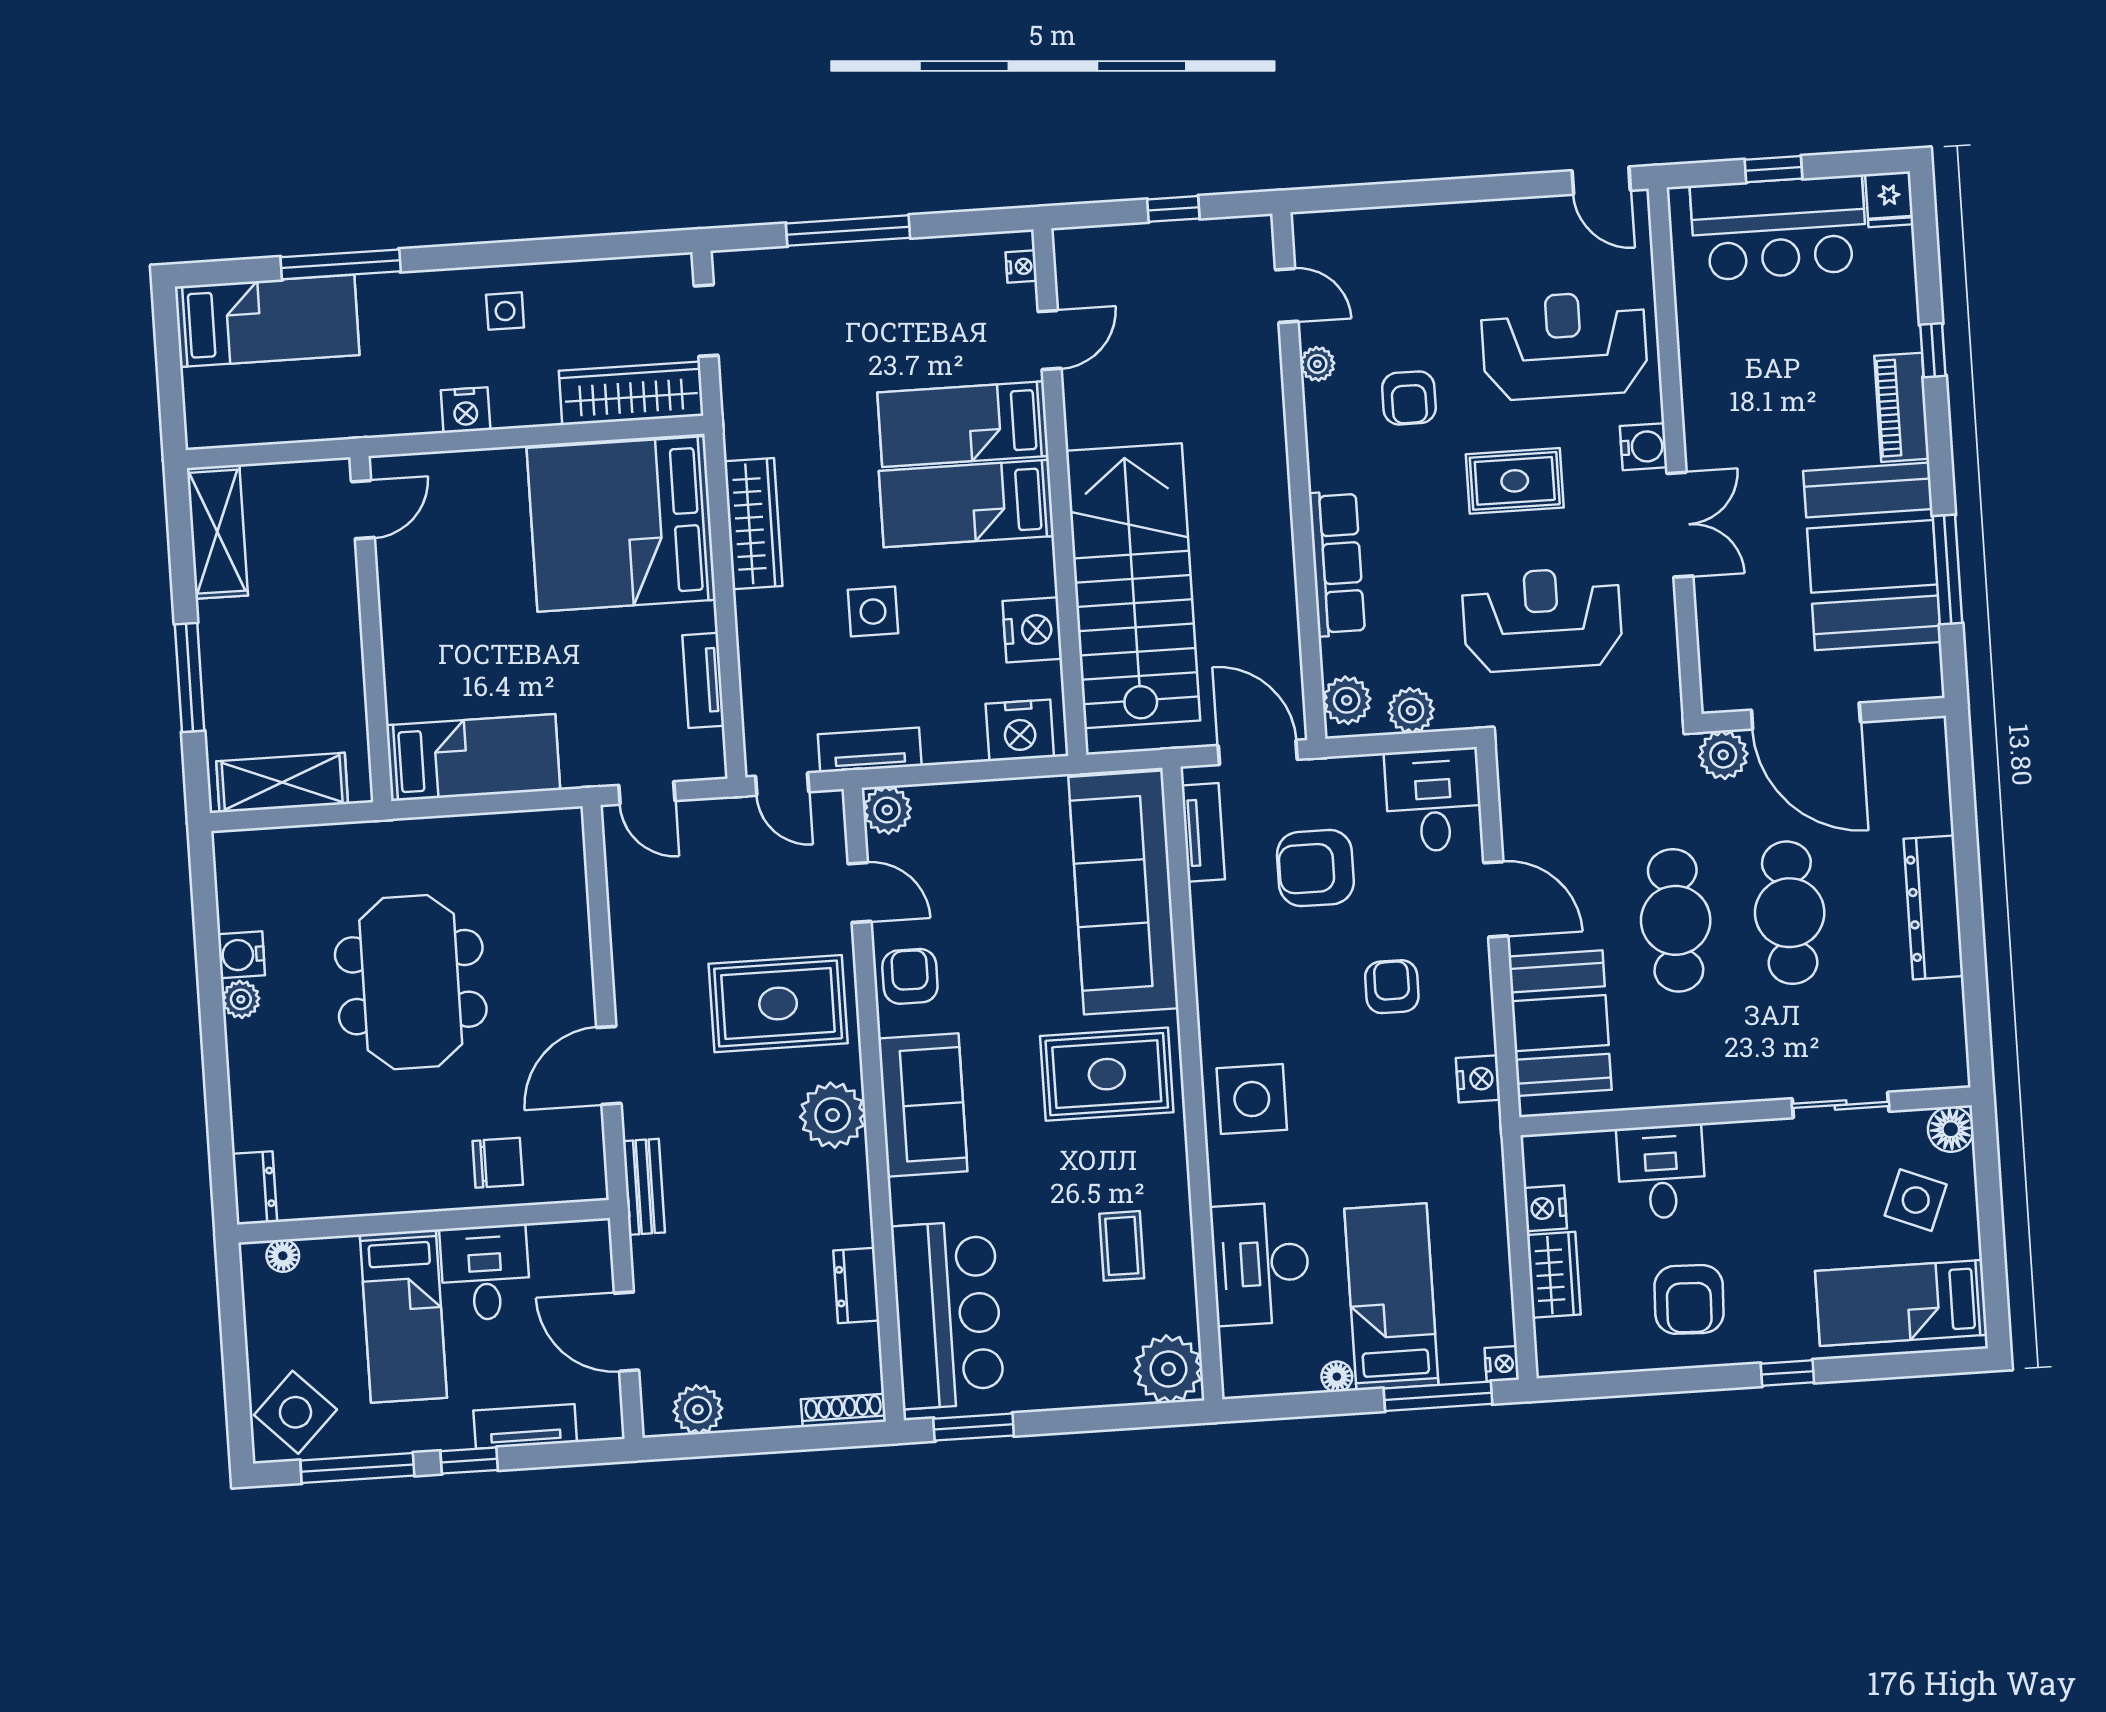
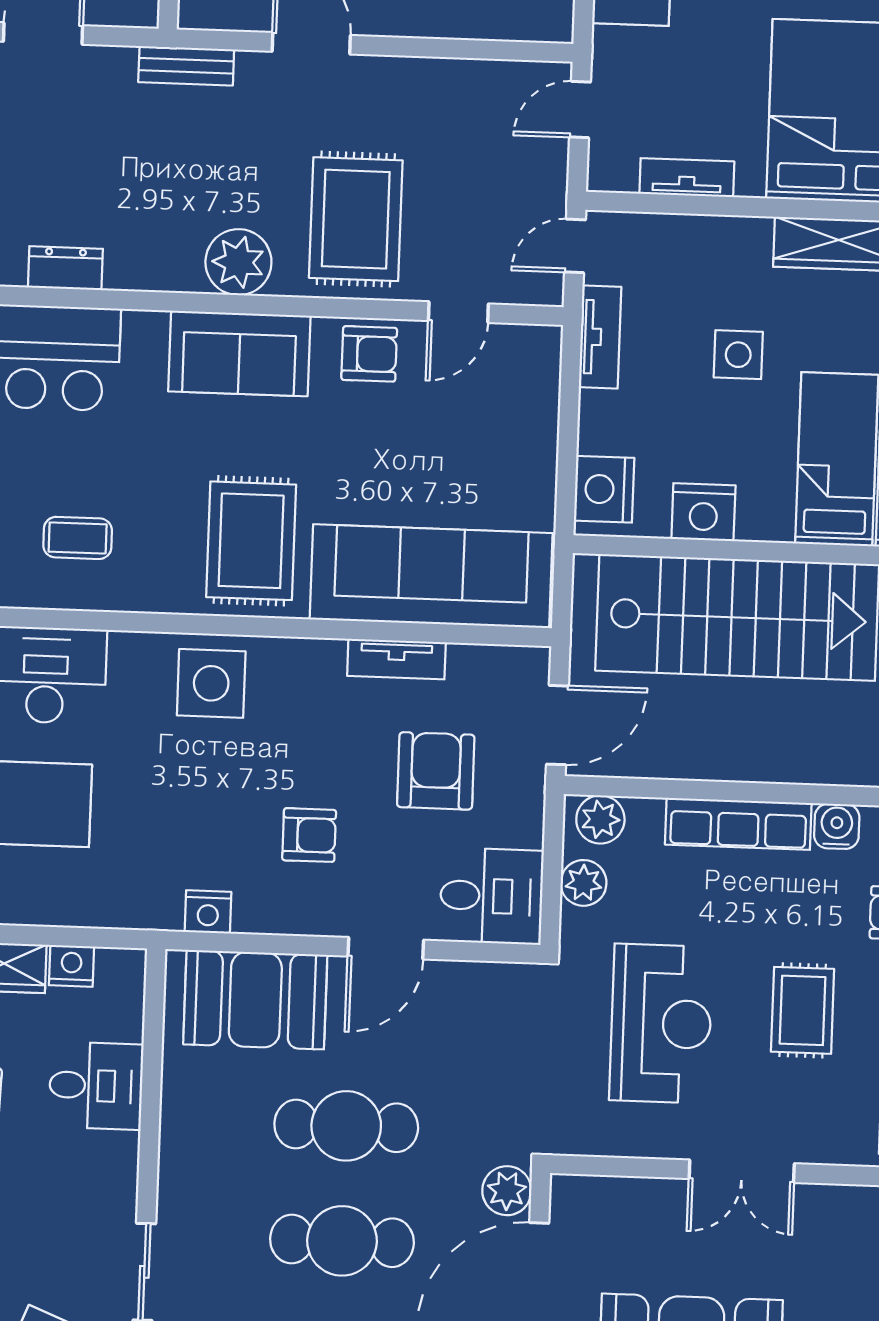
water cooler: (1644, 447) -> (837, 826), moved, turned 180
plant: (887, 810) -> (538, 348), removed
tv unit: (1203, 832) -> (396, 659), moved

